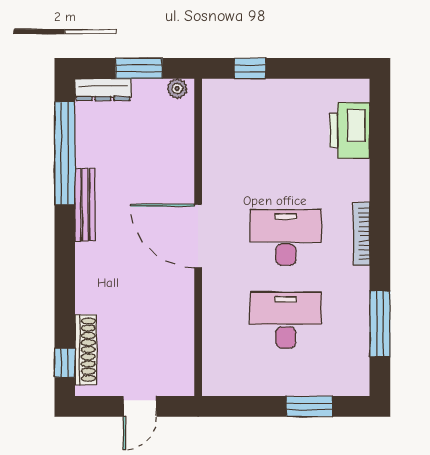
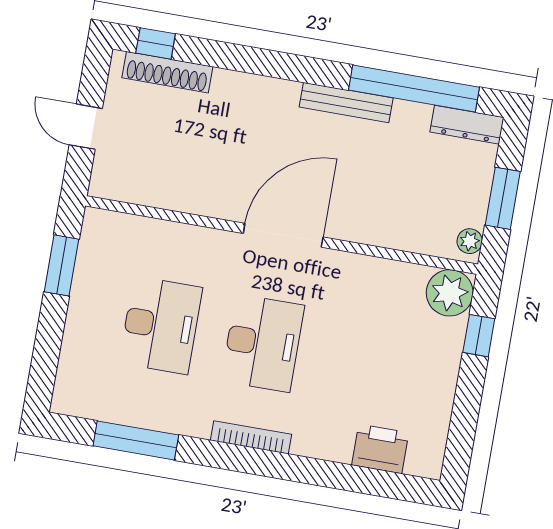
dresser: (103, 90) -> (467, 125), moved, turned -90
plant: (221, 97) -> (450, 293), added
printer: (350, 130) -> (380, 449), width x0.73, depth x0.84
window: (309, 406) -> (61, 265), moved

